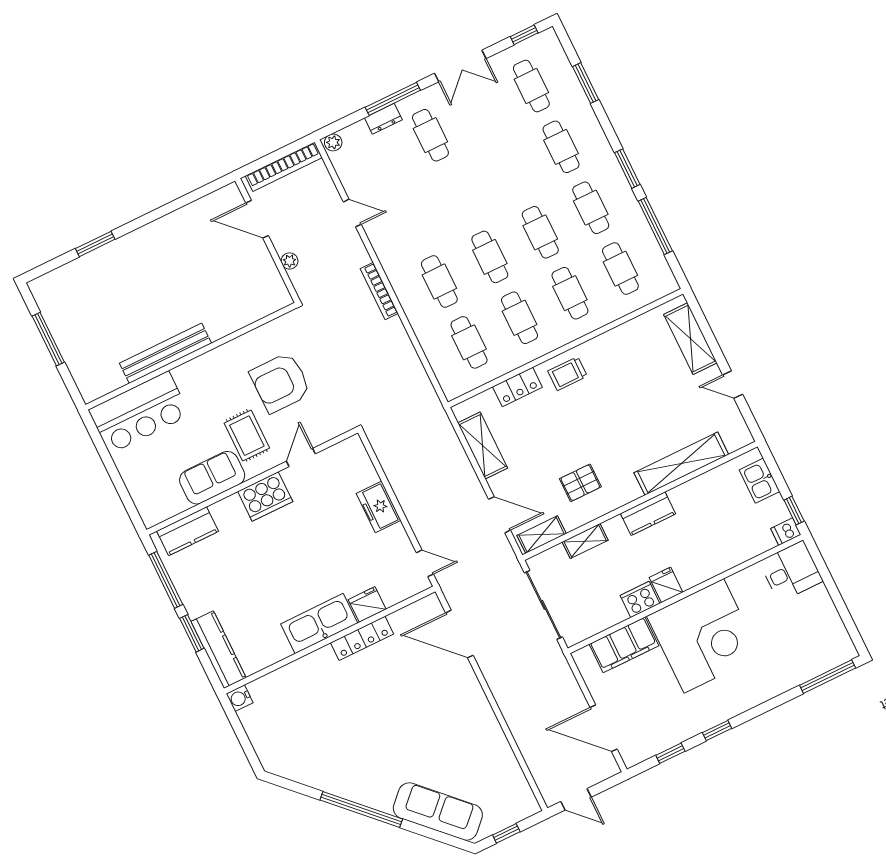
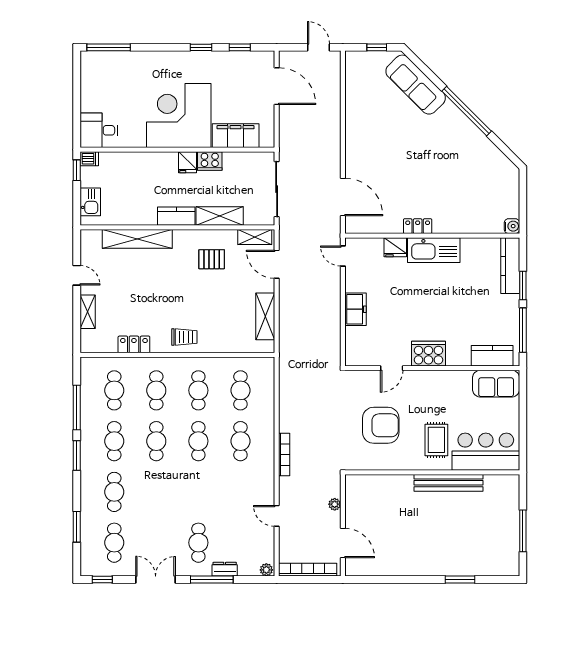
shelving: (690, 339) -> (88, 312), width x0.67, depth x0.75
locker: (517, 387) -> (134, 344), moved
rug: (247, 436) -> (436, 440), moved
sofa: (212, 478) -> (496, 384), moved
shelving: (585, 541) -> (220, 216), width x1.50, depth x1.33
locker: (362, 638) -> (418, 226), width x0.66

